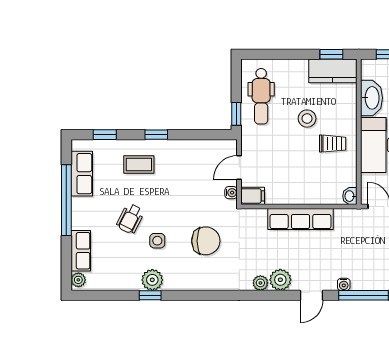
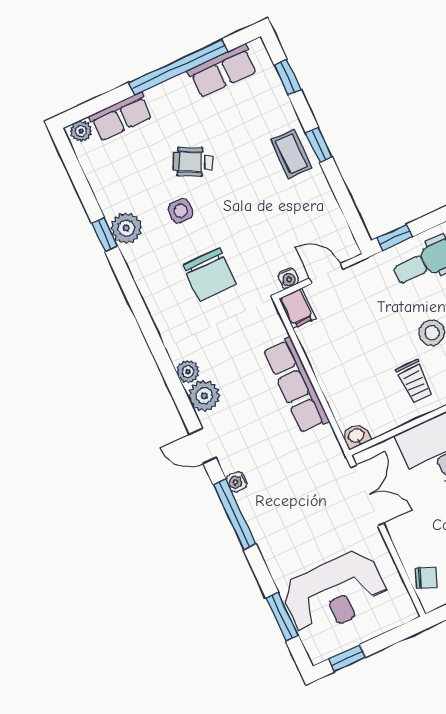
coffee table: (139, 165) -> (291, 154), moved

